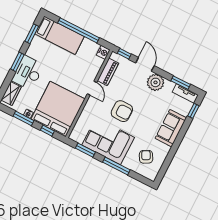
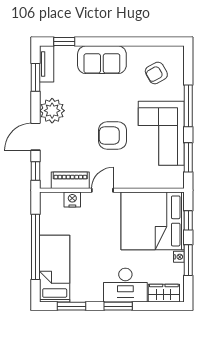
nightstand: (103, 52) -> (72, 199), moved
armchair: (122, 111) -> (112, 136), turned -90

